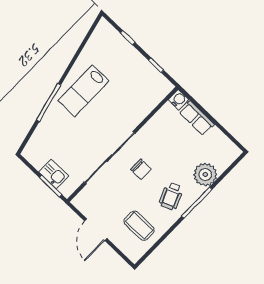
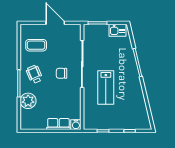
lab bench: (84, 91) -> (106, 87), moved, turned 180
kitchen sink: (54, 174) -> (118, 30), moved

